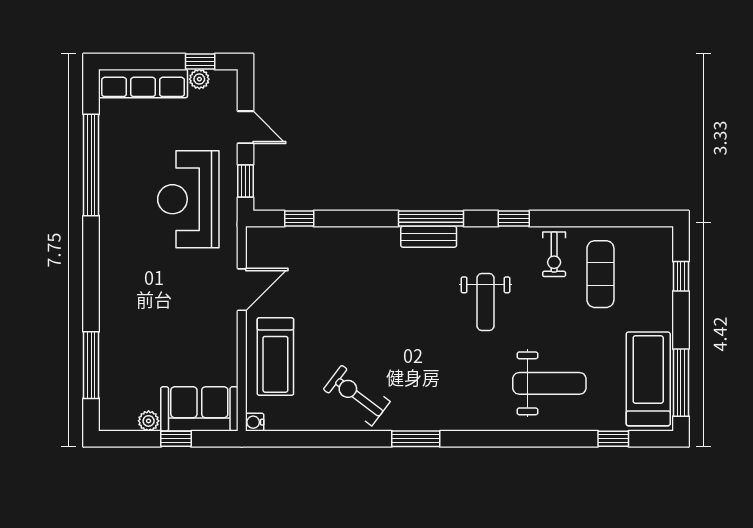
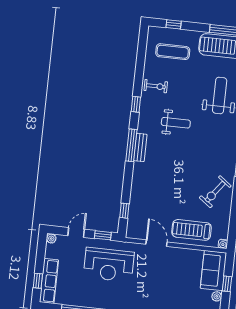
window: (200, 62) -> (38, 281), moved
plant: (199, 79) -> (51, 239), moved
exercise mat: (600, 274) -> (173, 52), moved
treadmill: (275, 357) -> (192, 230), turned 180

